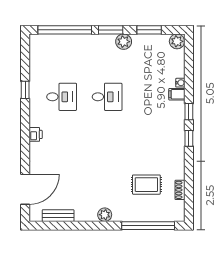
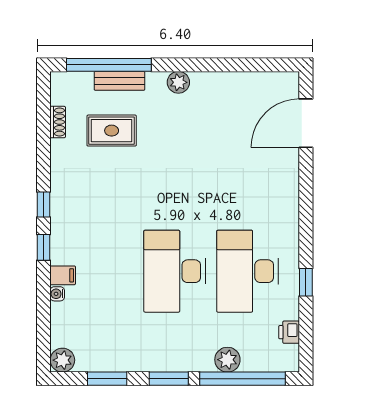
plant: (124, 42) -> (227, 360), moved
desk: (62, 97) -> (248, 271), width x1.87, depth x1.30
desk: (107, 97) -> (175, 271), width x1.87, depth x1.30
printer: (36, 134) -> (289, 332), moved
bench: (58, 216) -> (119, 81), moved

